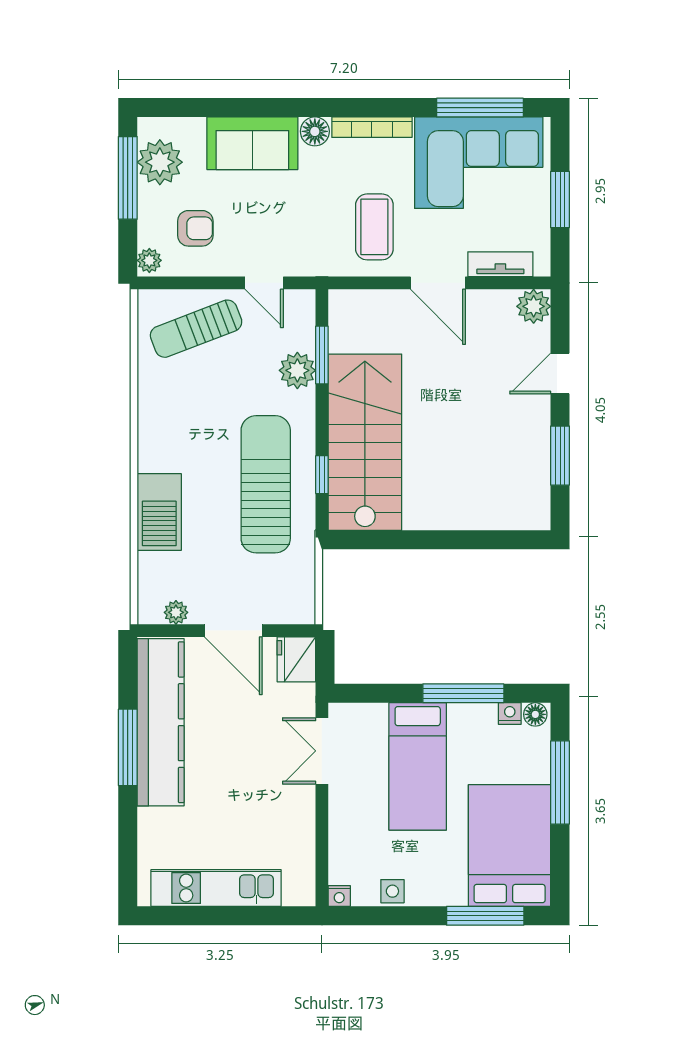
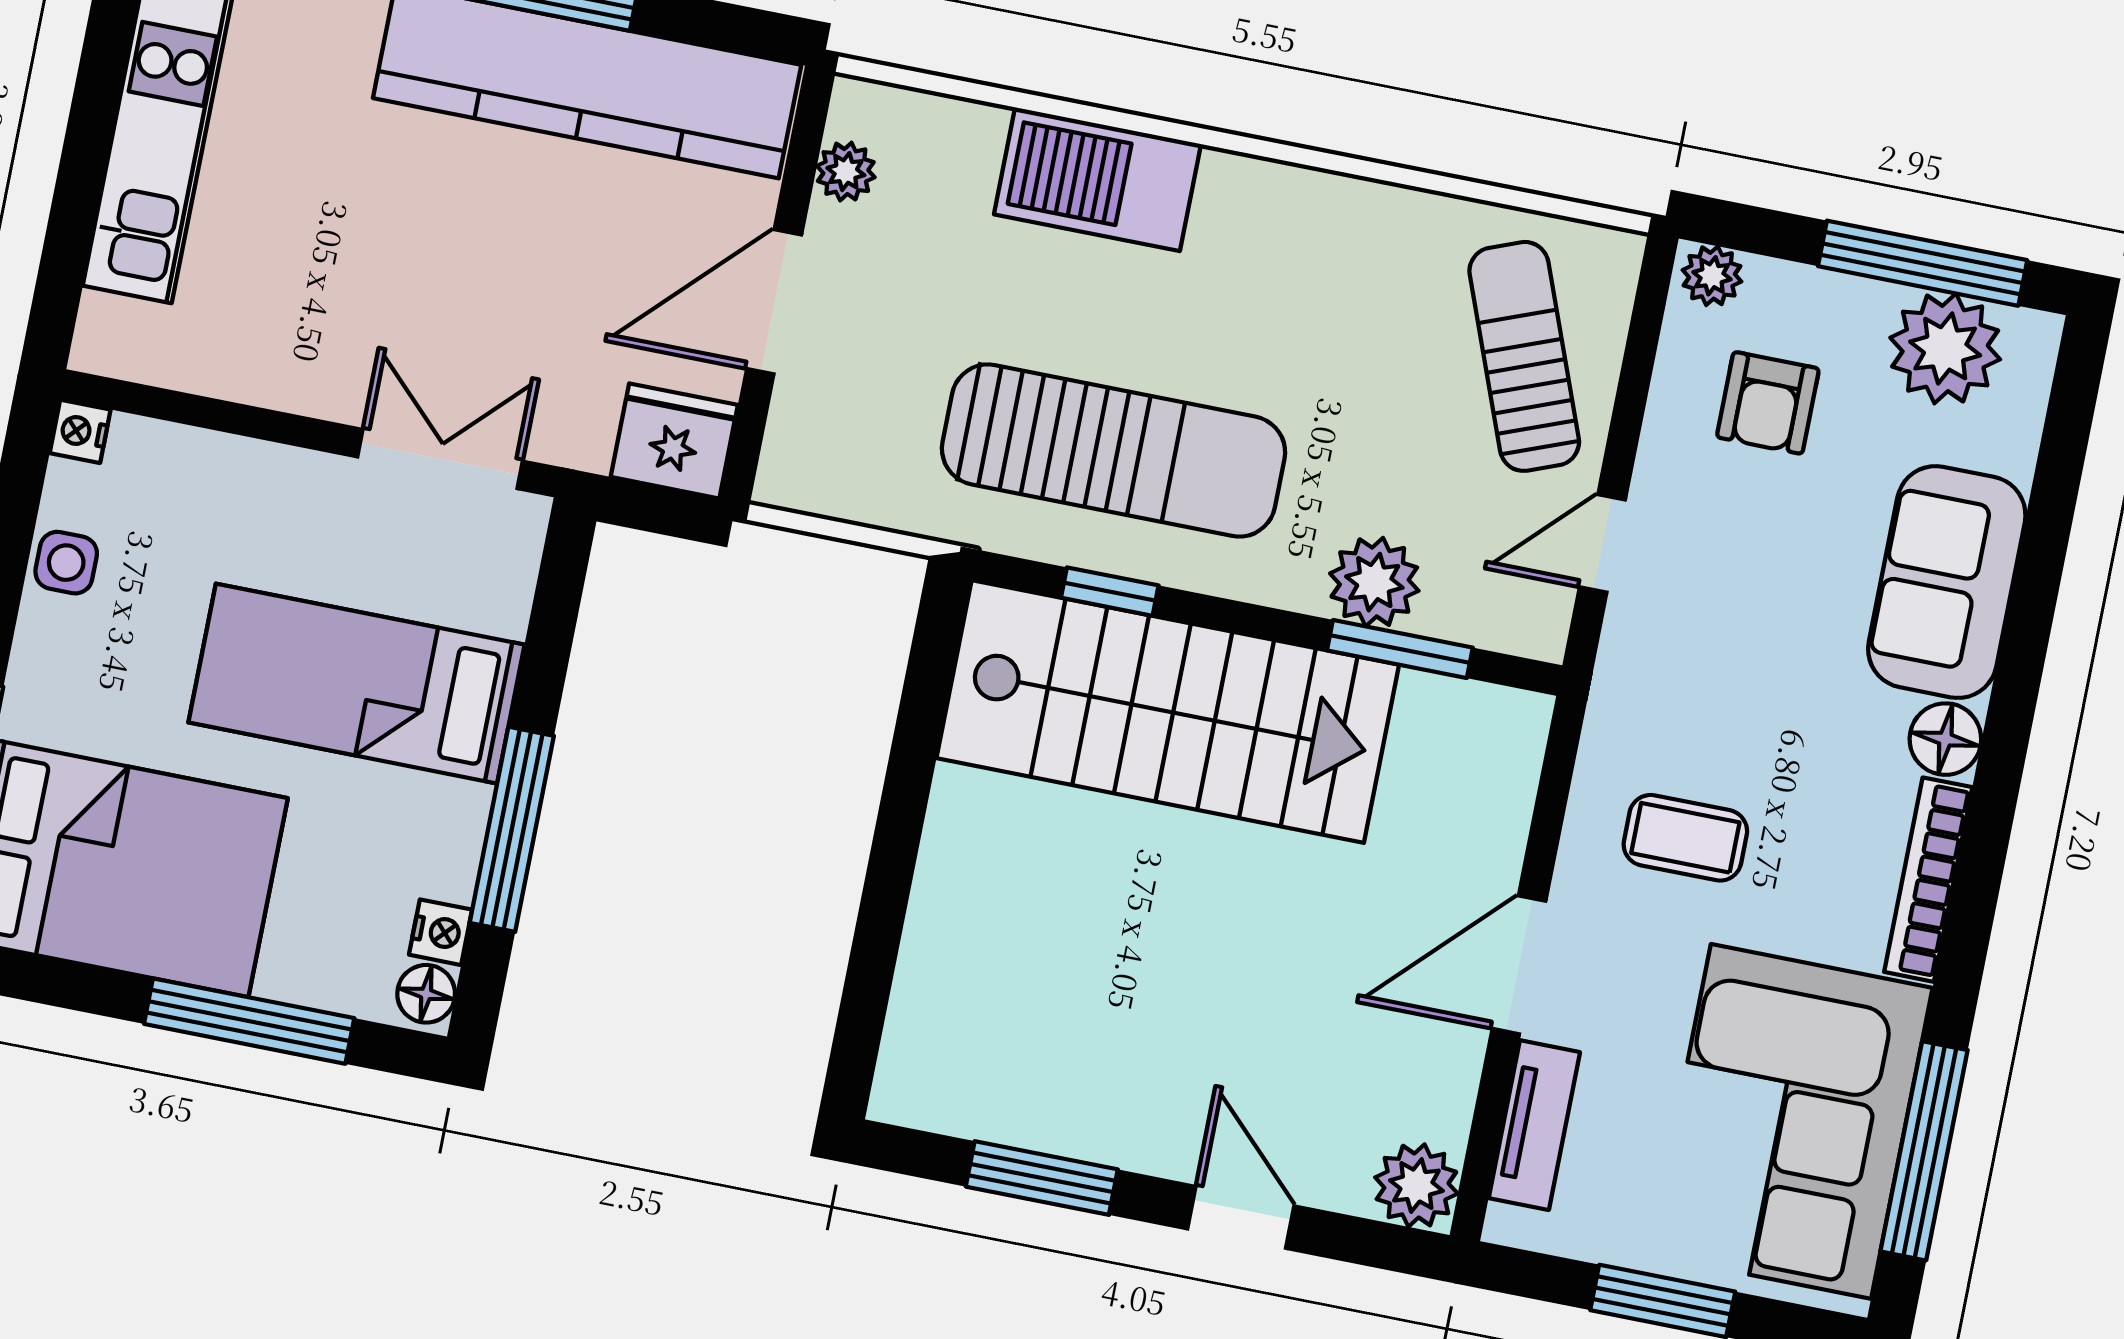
coffee table: (374, 227) -> (1685, 838), width x0.73, depth x0.77

